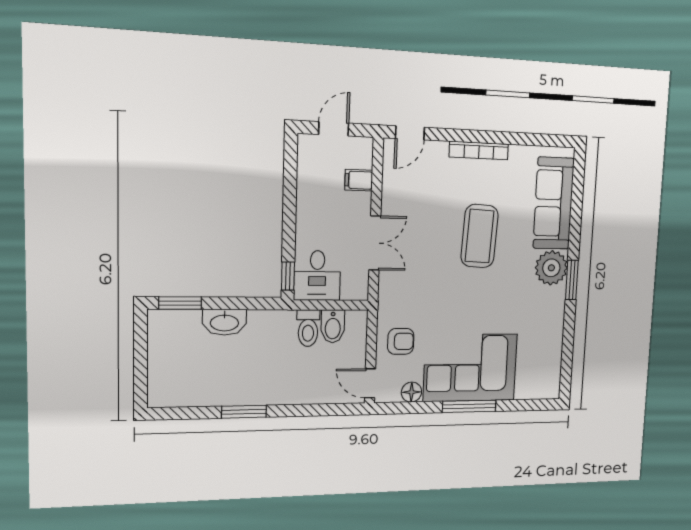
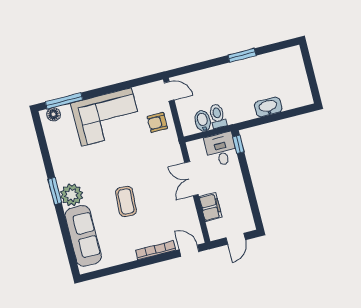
door: (410, 133) -> (189, 251), hinge flipped
bookcase: (479, 150) -> (156, 250), moved
filing cabinet: (359, 180) -> (211, 207), width x2.00
coffee table: (480, 236) -> (126, 201), width x0.73, depth x0.76
window: (180, 303) -> (297, 112), removed
floor lamp: (411, 392) -> (53, 114), moved
window: (469, 406) -> (64, 101), moved

